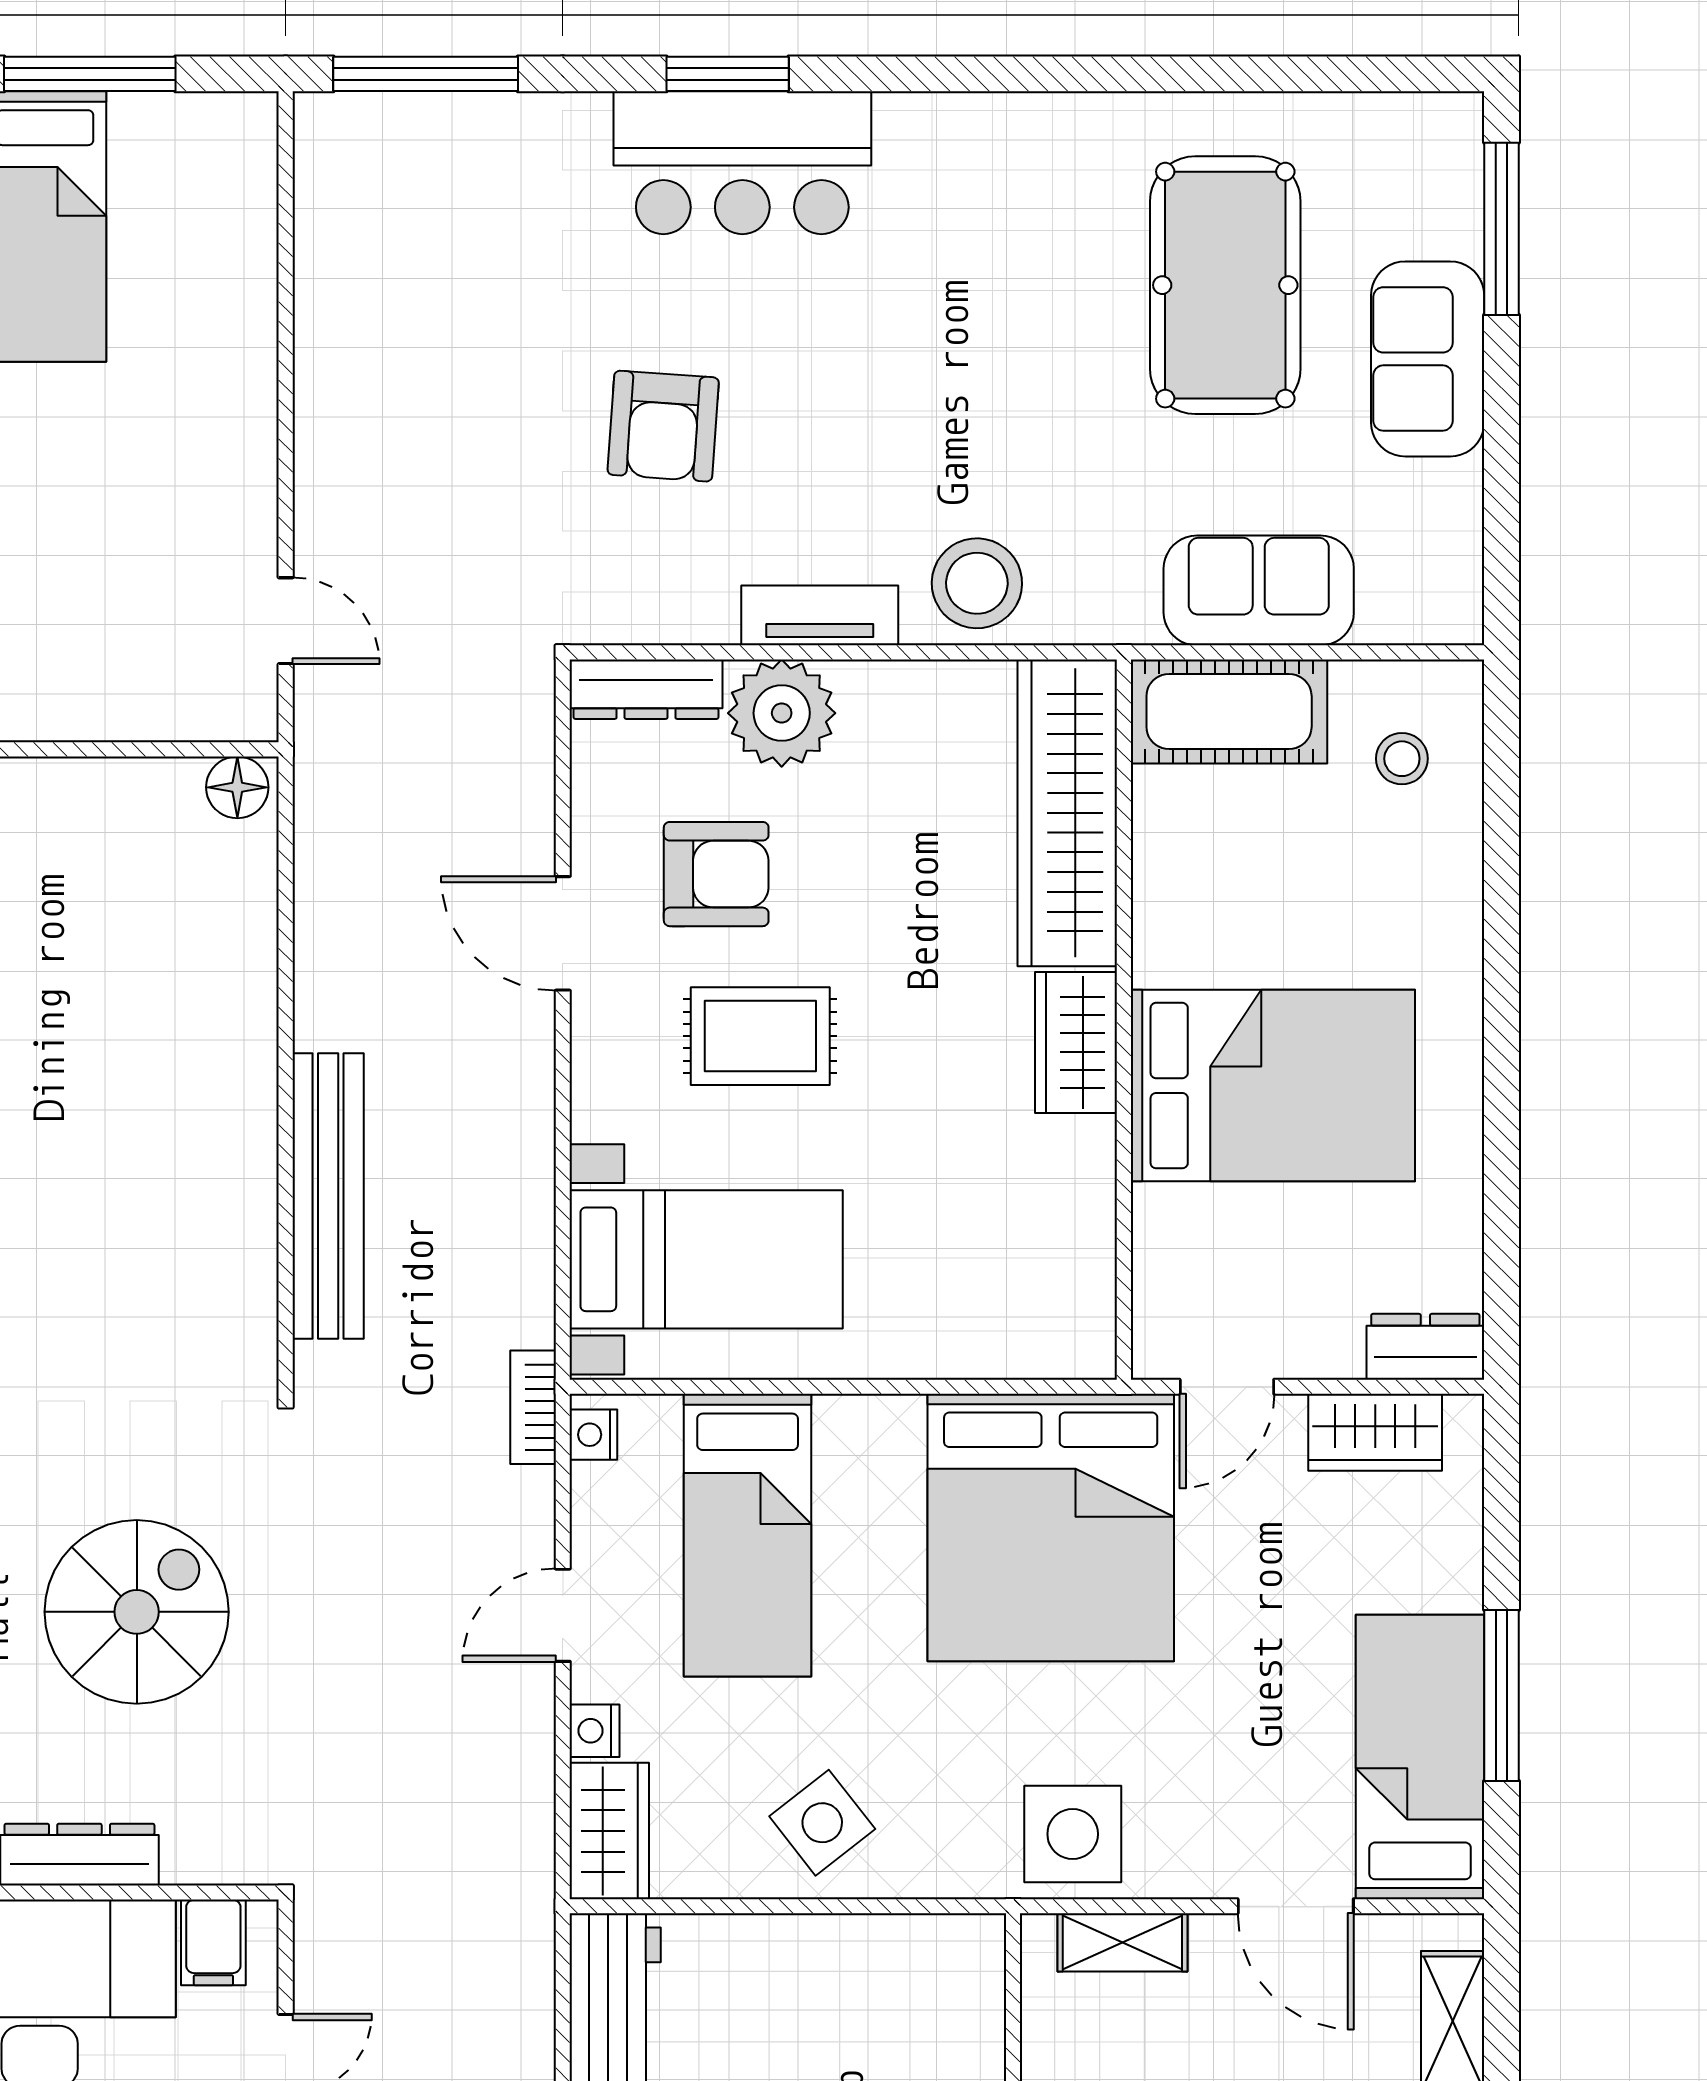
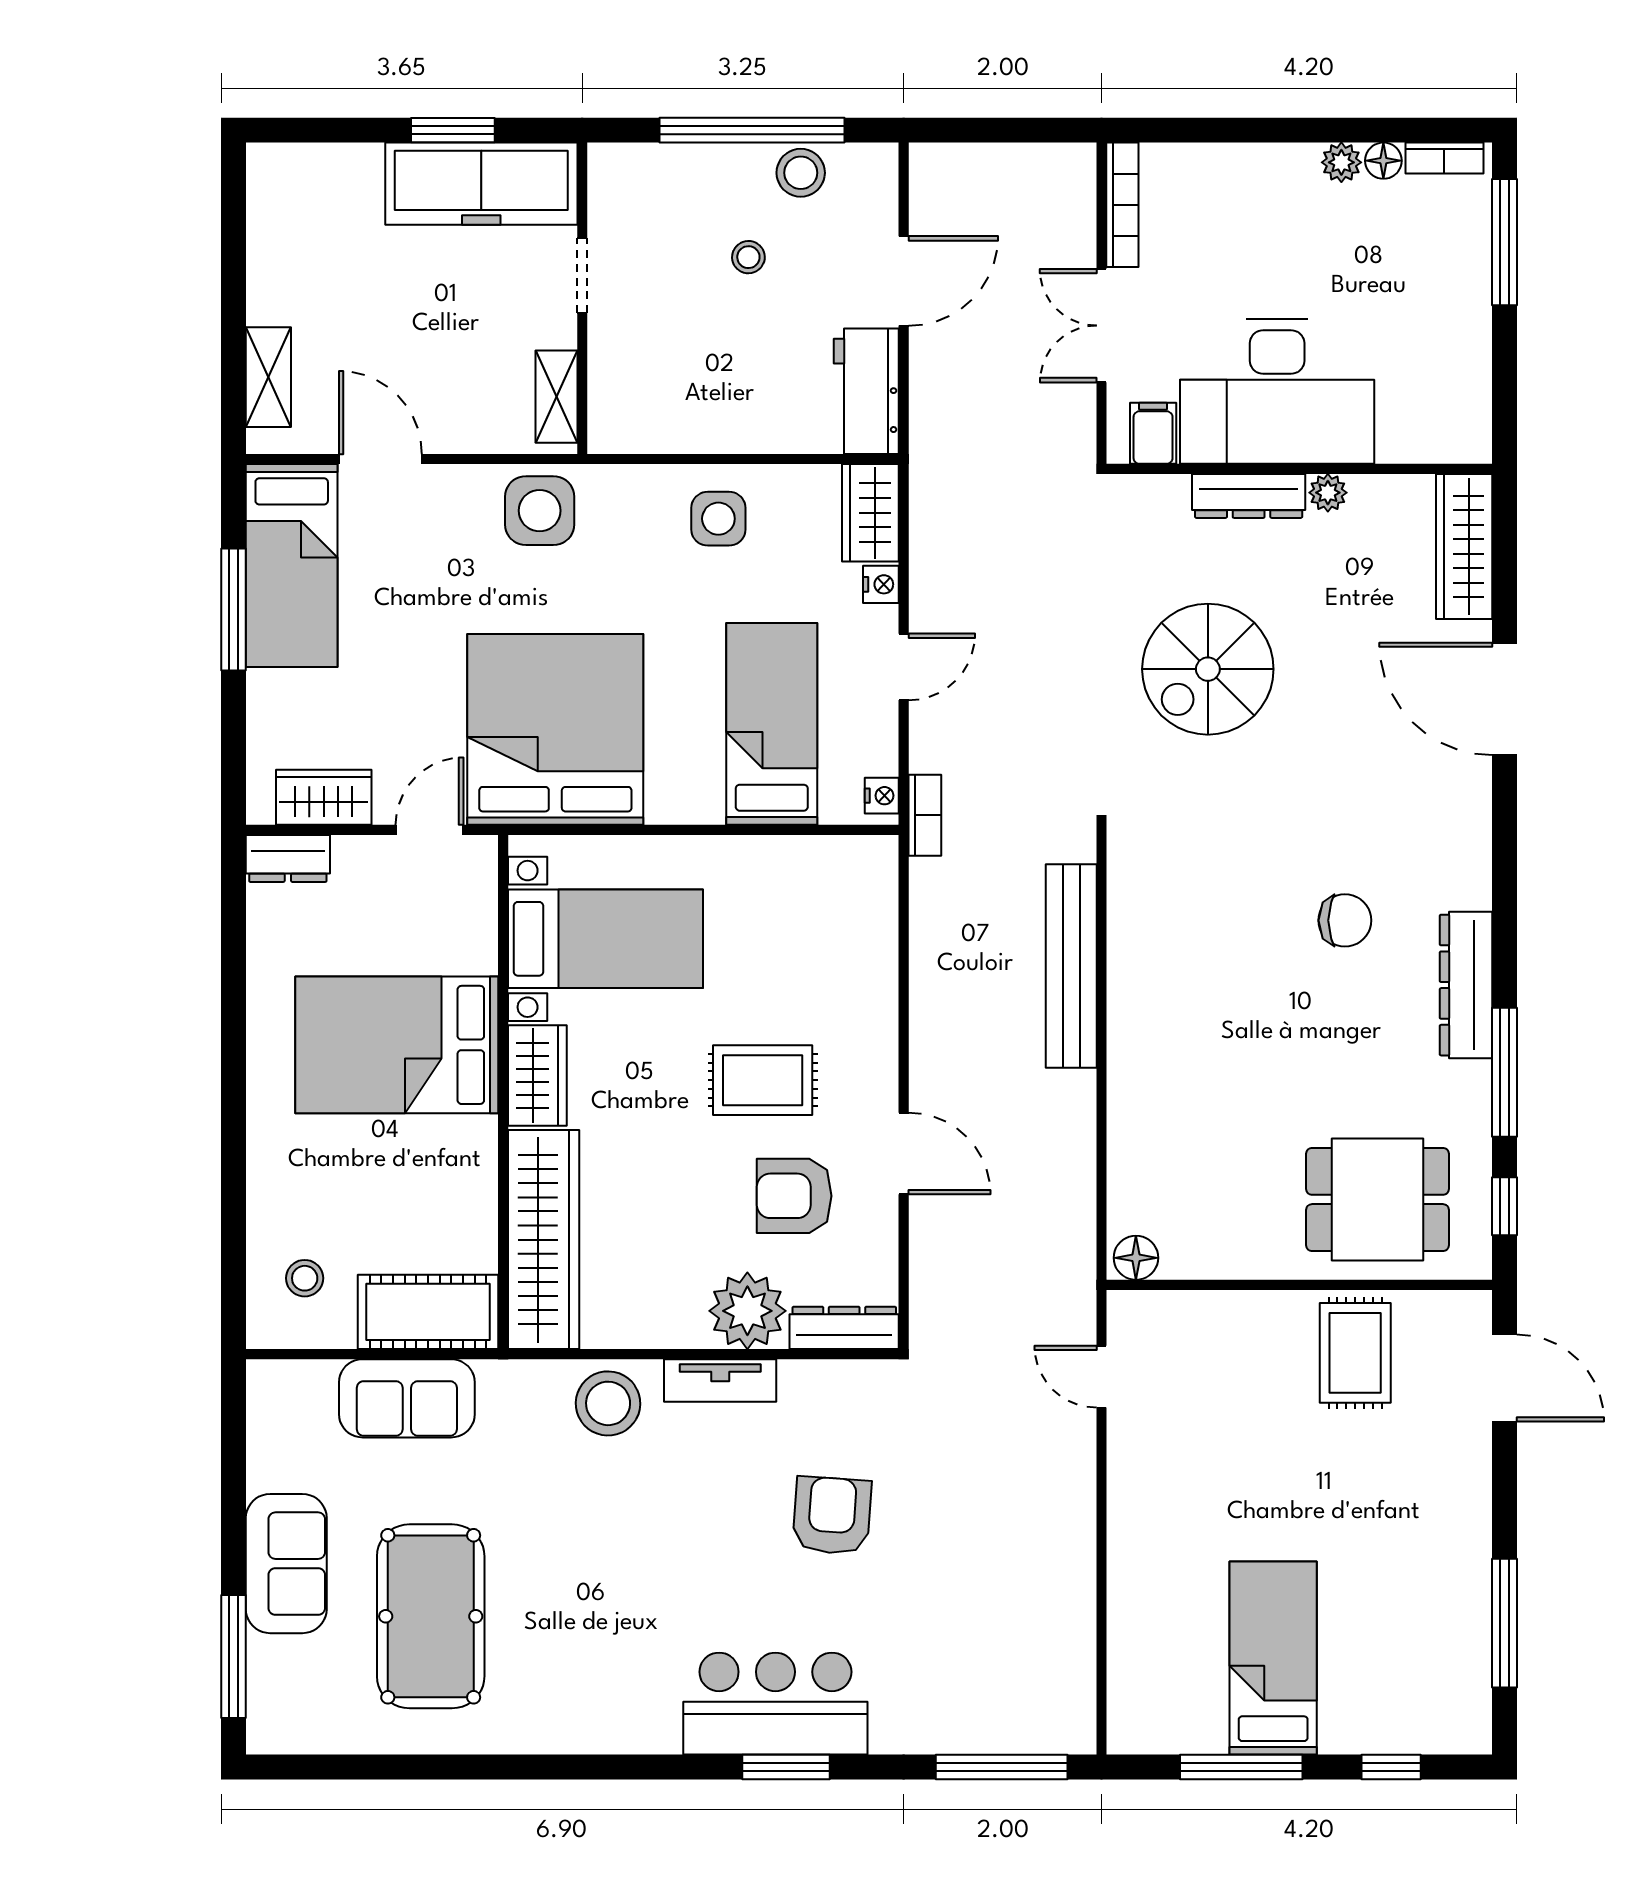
bed with nightstands: (706, 1259) -> (605, 939), moved, turned 180
side table: (822, 1823) -> (718, 519), turned 38
shelving: (1122, 1942) -> (556, 397), moved, turned 90

